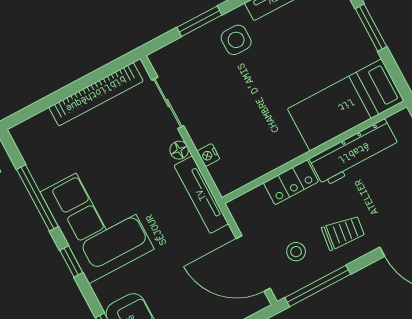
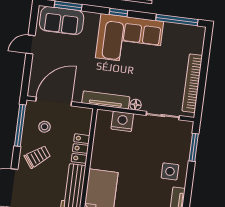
window: (199, 21) -> (194, 147), moved
nightstand: (208, 155) -> (122, 121), width x1.89, depth x1.79
window: (37, 198) -> (177, 20), moved
trolley: (343, 232) -> (37, 157), turned -134

